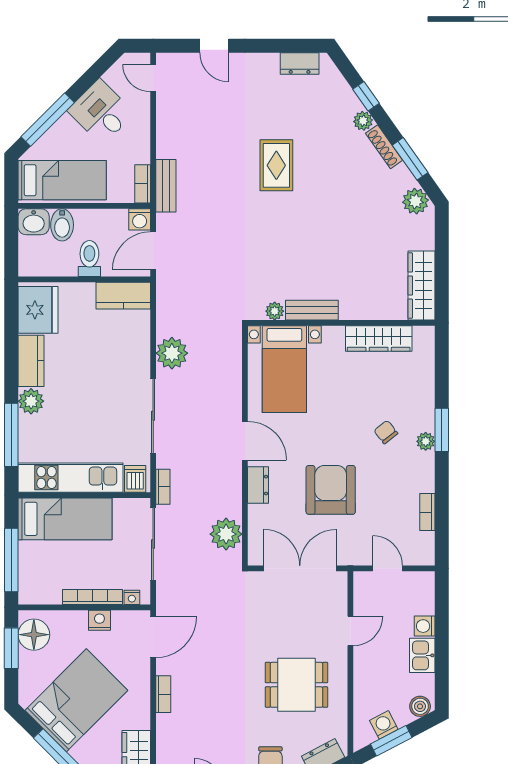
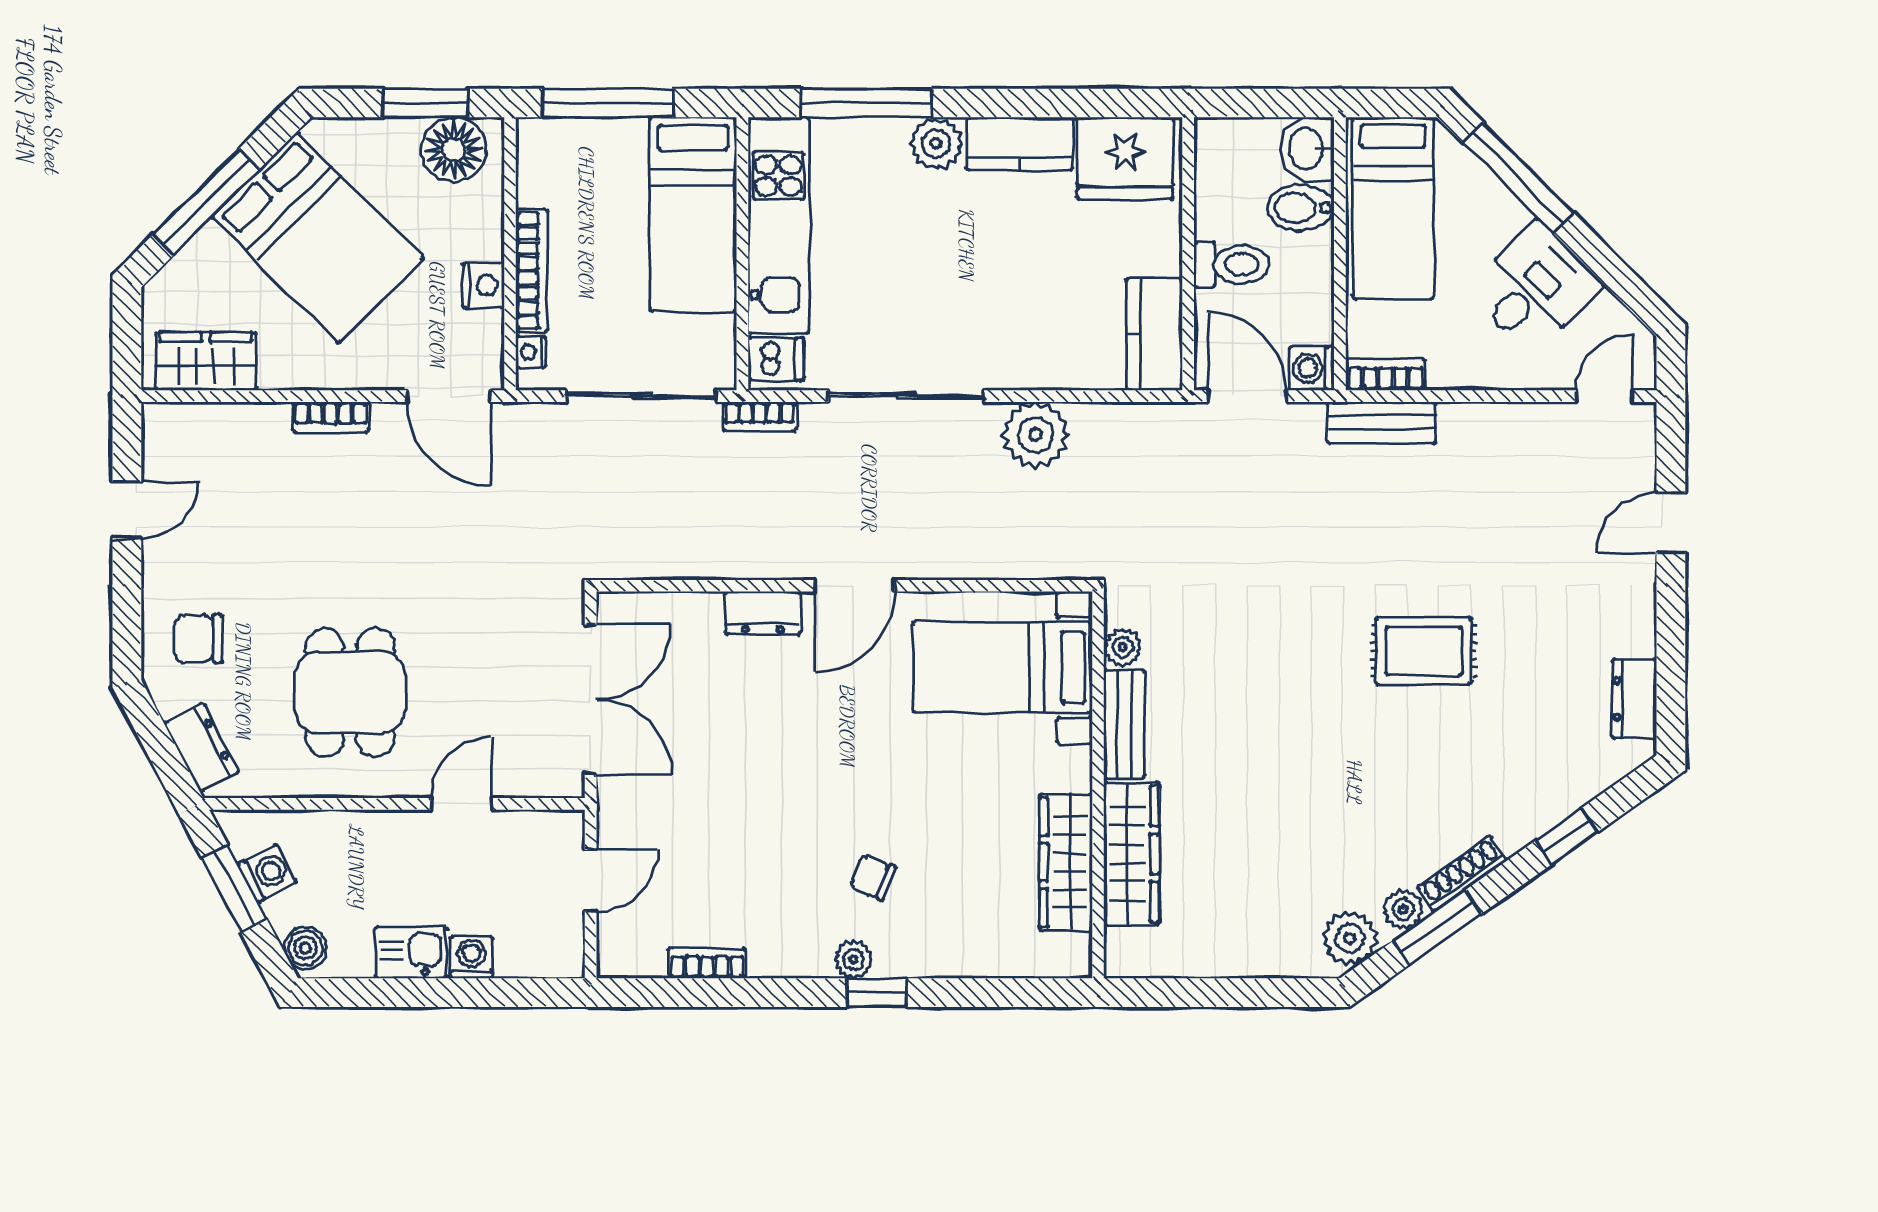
plant: (363, 121) -> (1403, 909), moved
wardrobe: (421, 286) -> (1131, 854), moved, turned 90
window: (442, 430) -> (877, 993), width x0.67
chair: (386, 432) -> (873, 877), turned -121
armchair: (331, 490) -> (753, 763), removed
plant: (226, 534) -> (662, 547), removed
door: (350, 631) -> (461, 804), swing flipped

